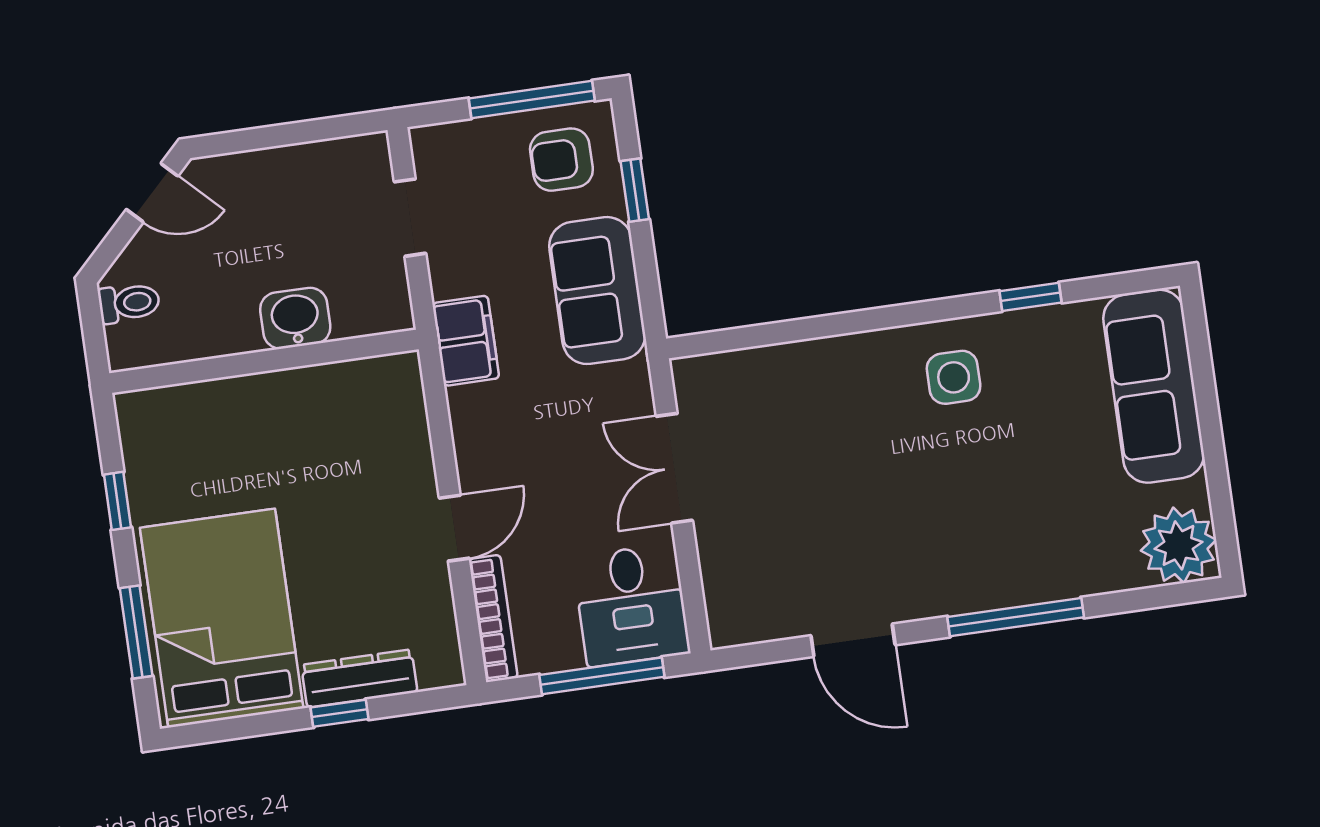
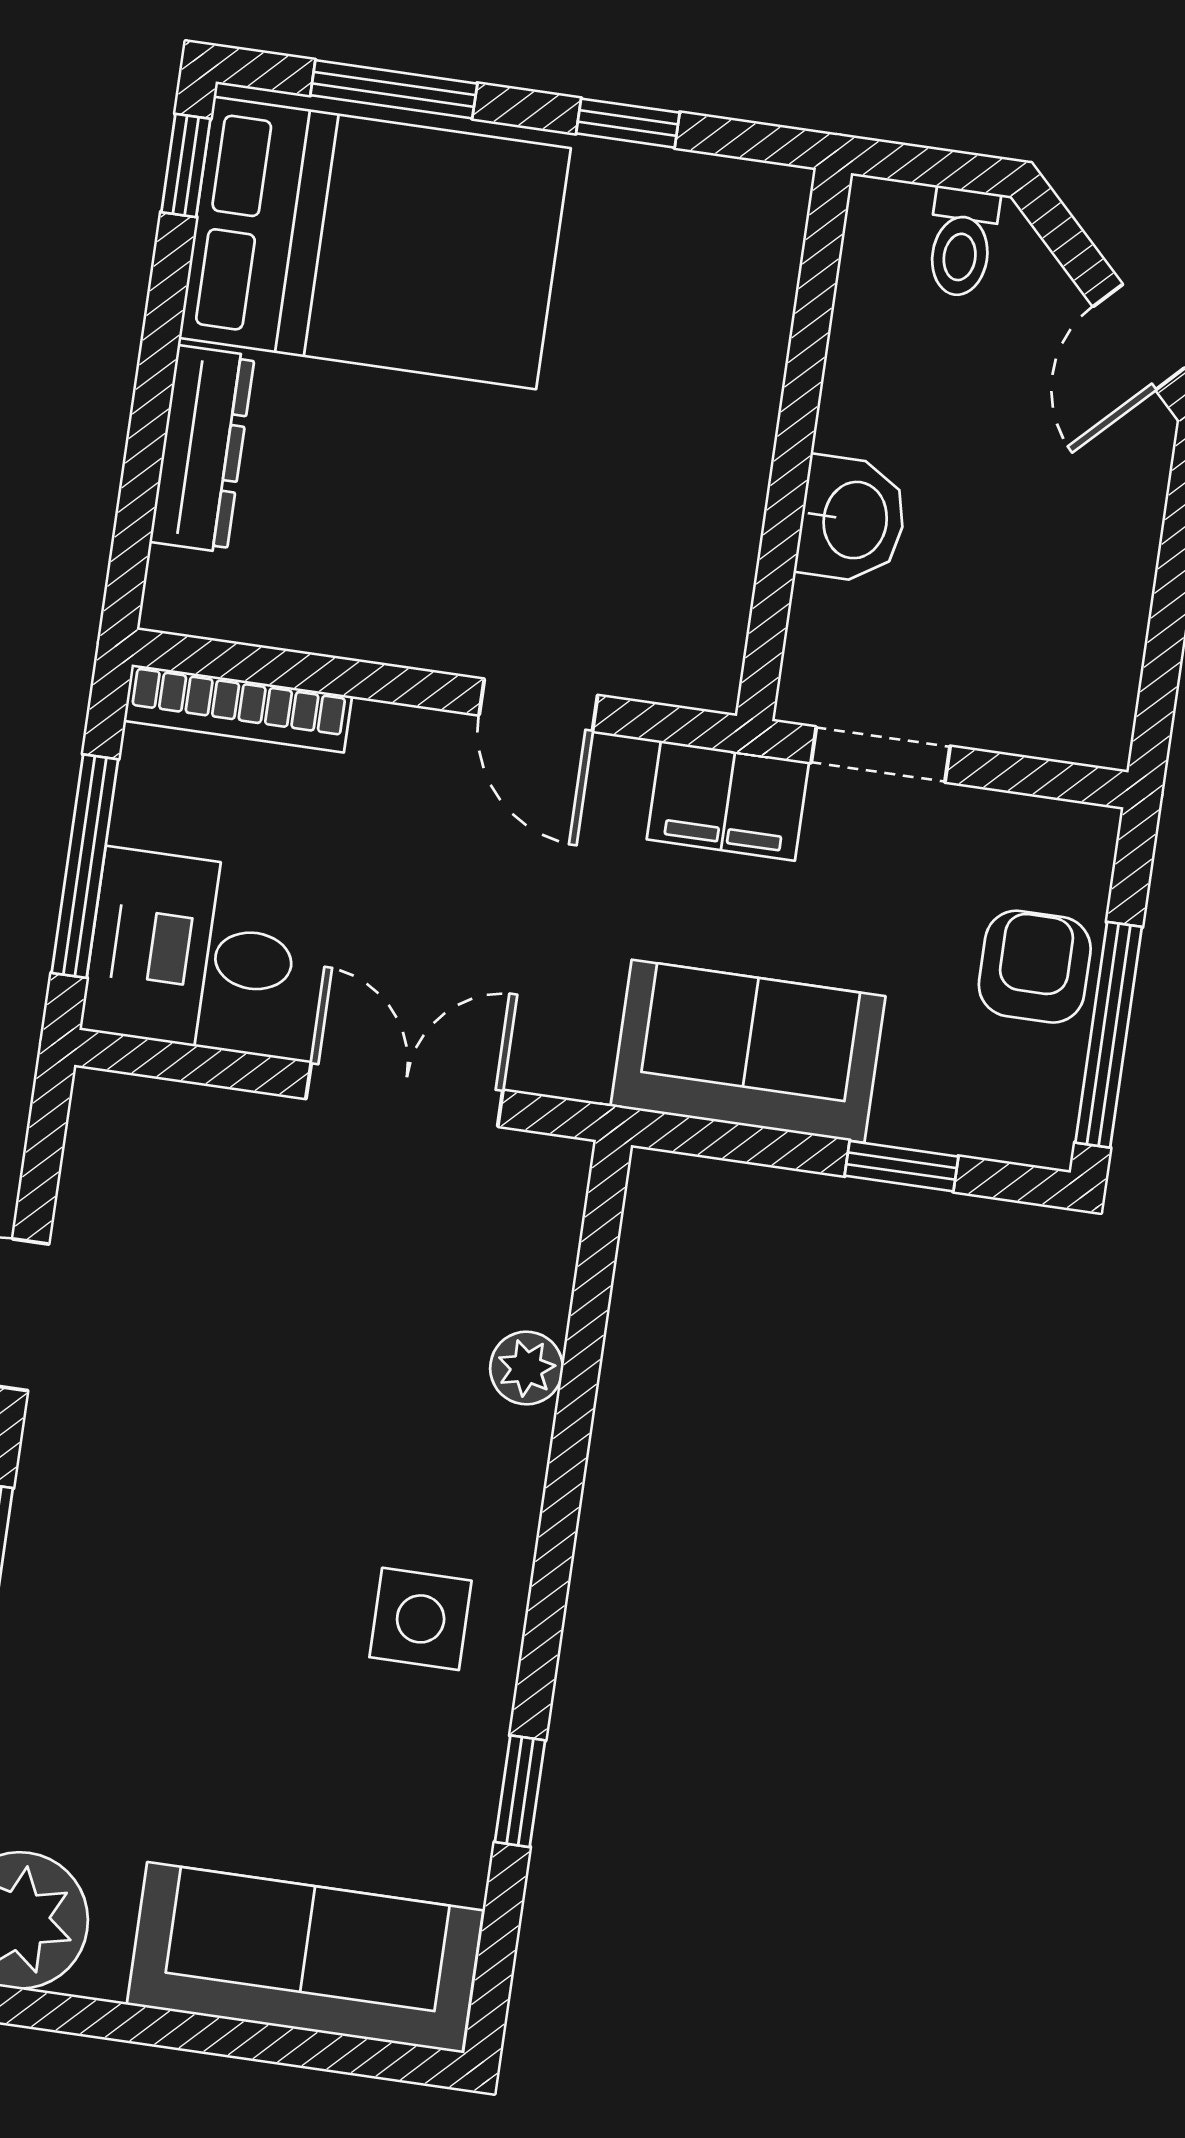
armchair: (561, 160) -> (1035, 967), moved
doorway: (410, 218) -> (881, 755), moved
plant: (802, 360) -> (526, 1368), added
door: (454, 528) -> (538, 705), moved
window: (340, 713) -> (186, 165), moved

